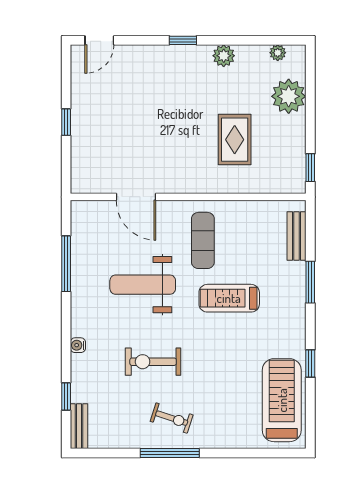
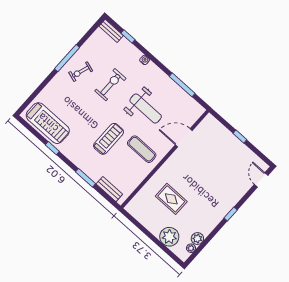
plant: (224, 56) -> (197, 239), moved
window: (310, 168) -> (132, 220), removed
weight bench: (143, 285) -> (146, 109), turned 90

